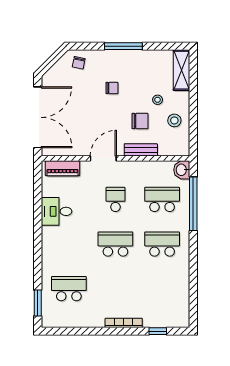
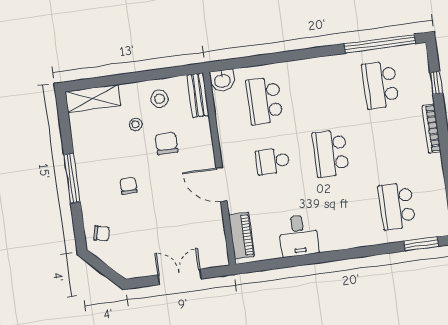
double door: (38, 117) -> (180, 277), width x0.54
bench: (141, 150) -> (198, 95), moved
window: (193, 204) -> (380, 44), moved
school desk: (162, 244) -> (380, 85), moved

